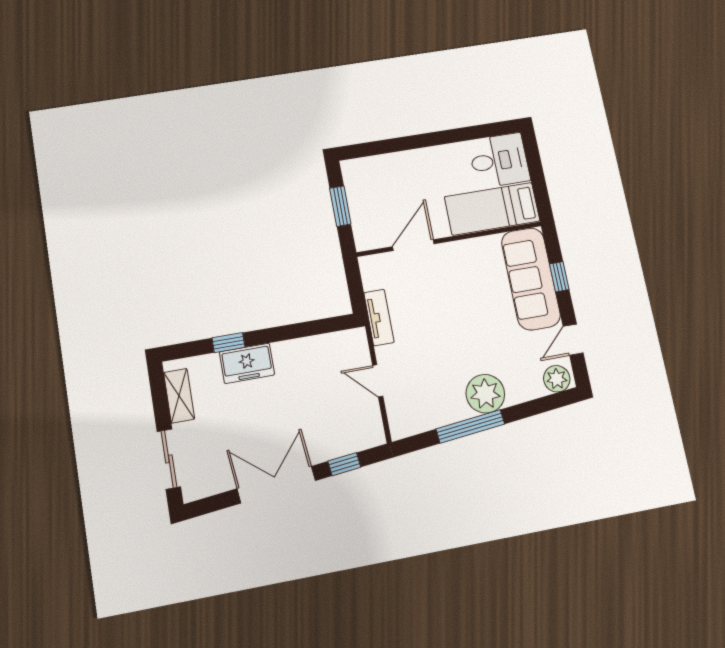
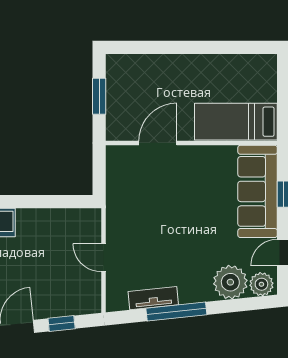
desk: (499, 161) -> (252, 78), removed
tv unit: (379, 317) -> (153, 298), moved, turned -96
plant: (485, 394) -> (230, 282), moved

